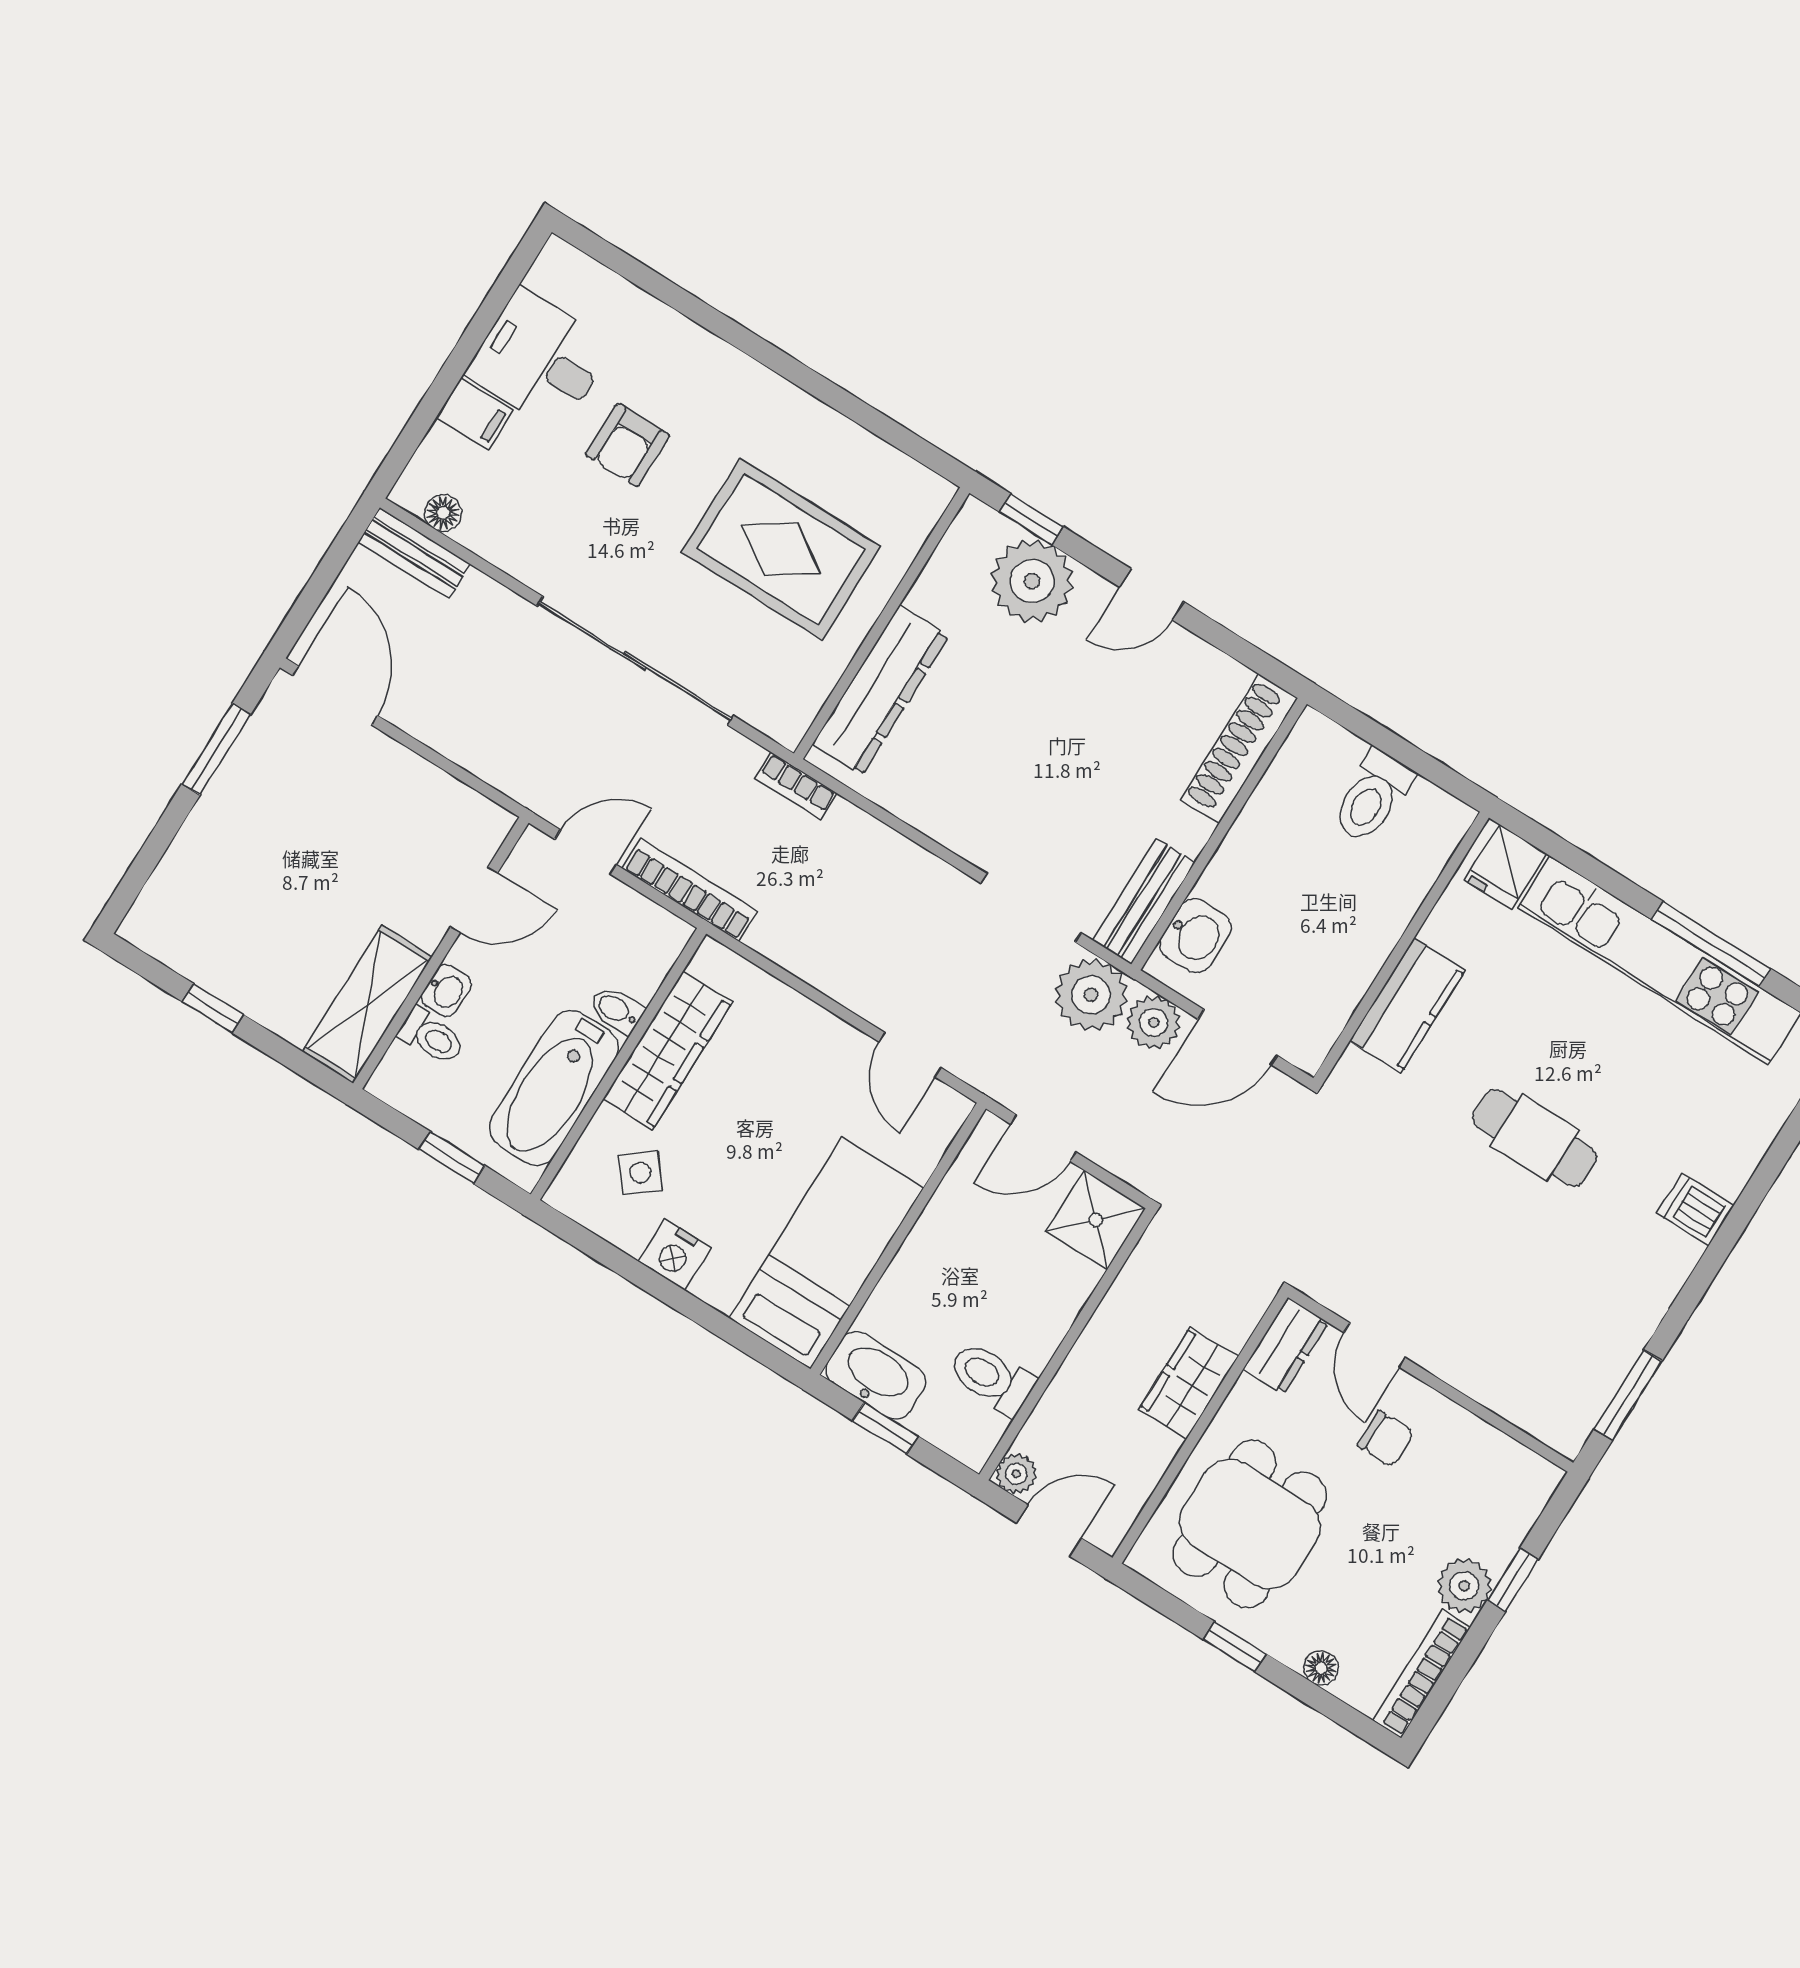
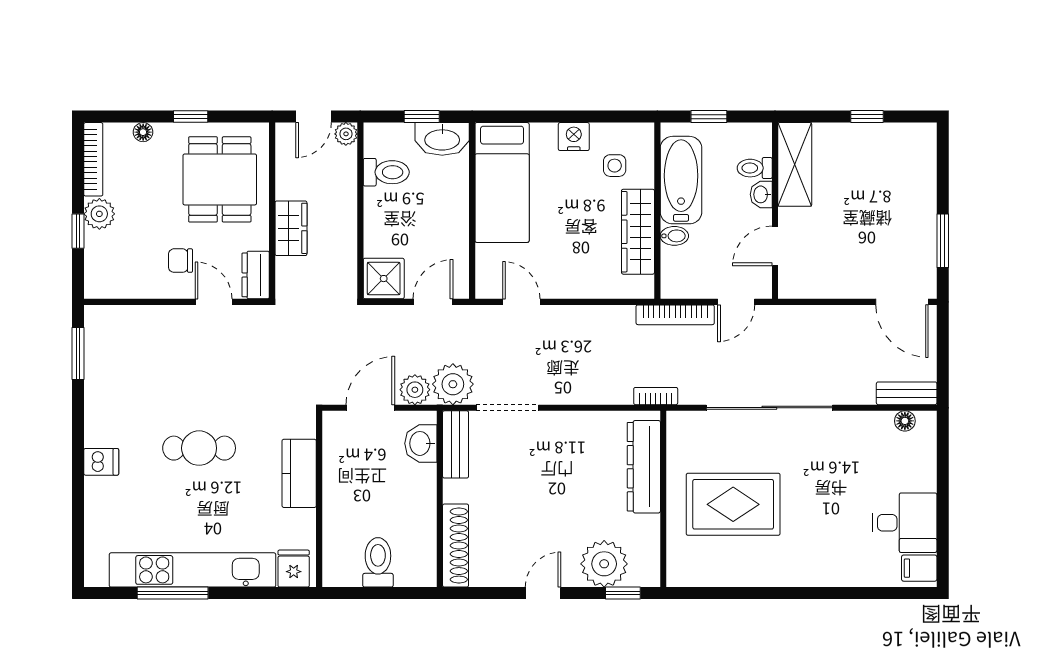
filing cabinet: (475, 414) -> (919, 568), moved
armchair: (627, 445) -> (837, 508), removed
side table: (640, 1173) -> (615, 166), turned 38

